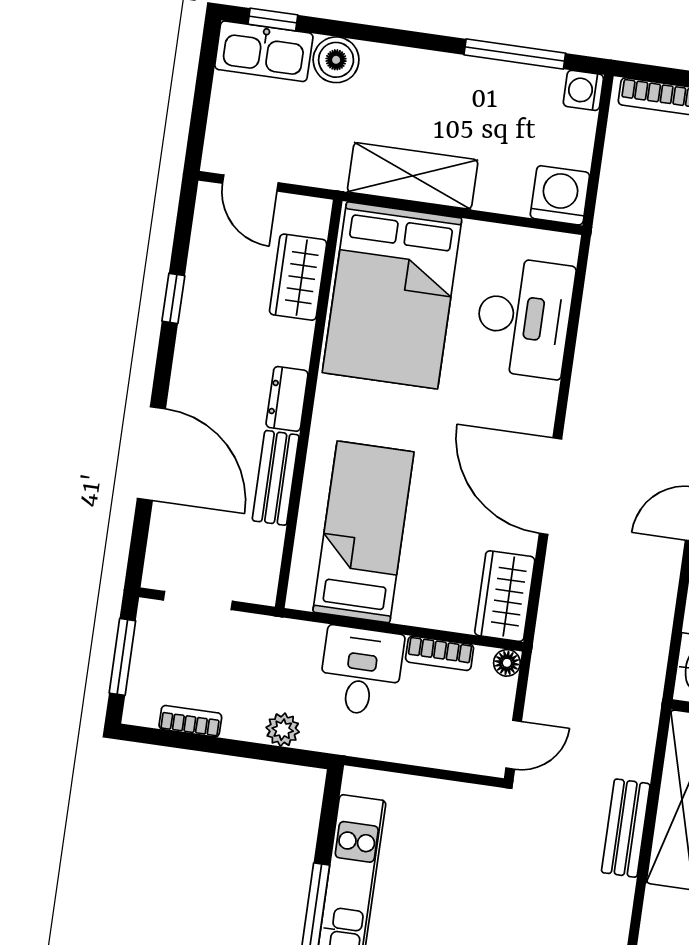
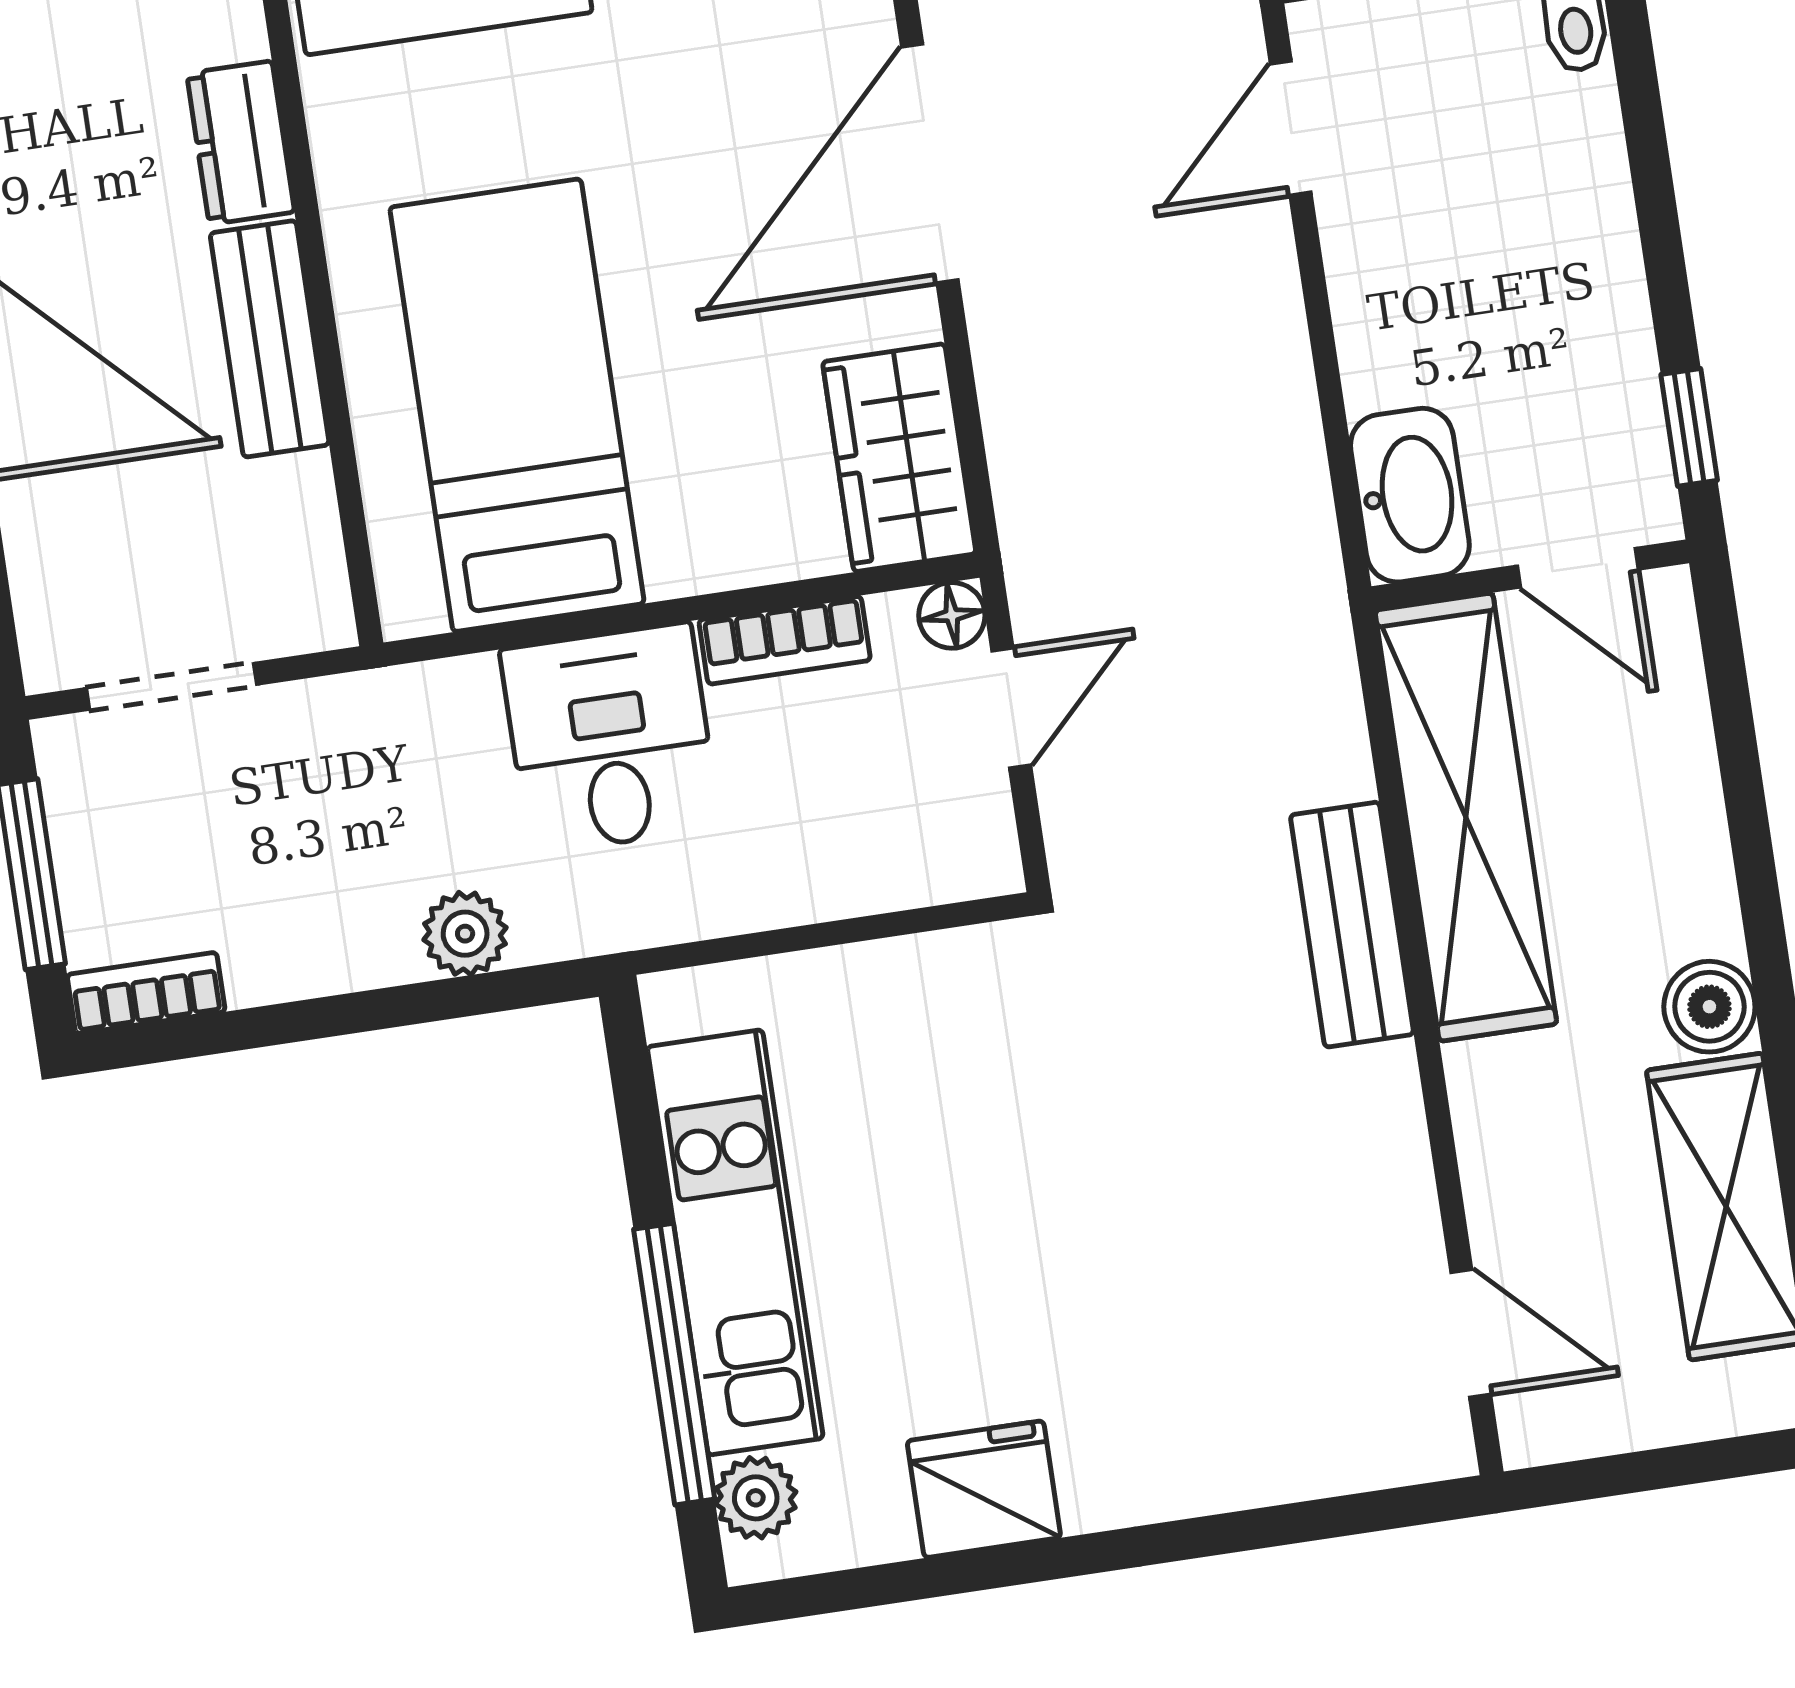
door: (550, 486) -> (930, 164), hinge flipped
bookcase: (190, 721) -> (146, 993), moved
door: (514, 745) -> (1011, 708), moved

